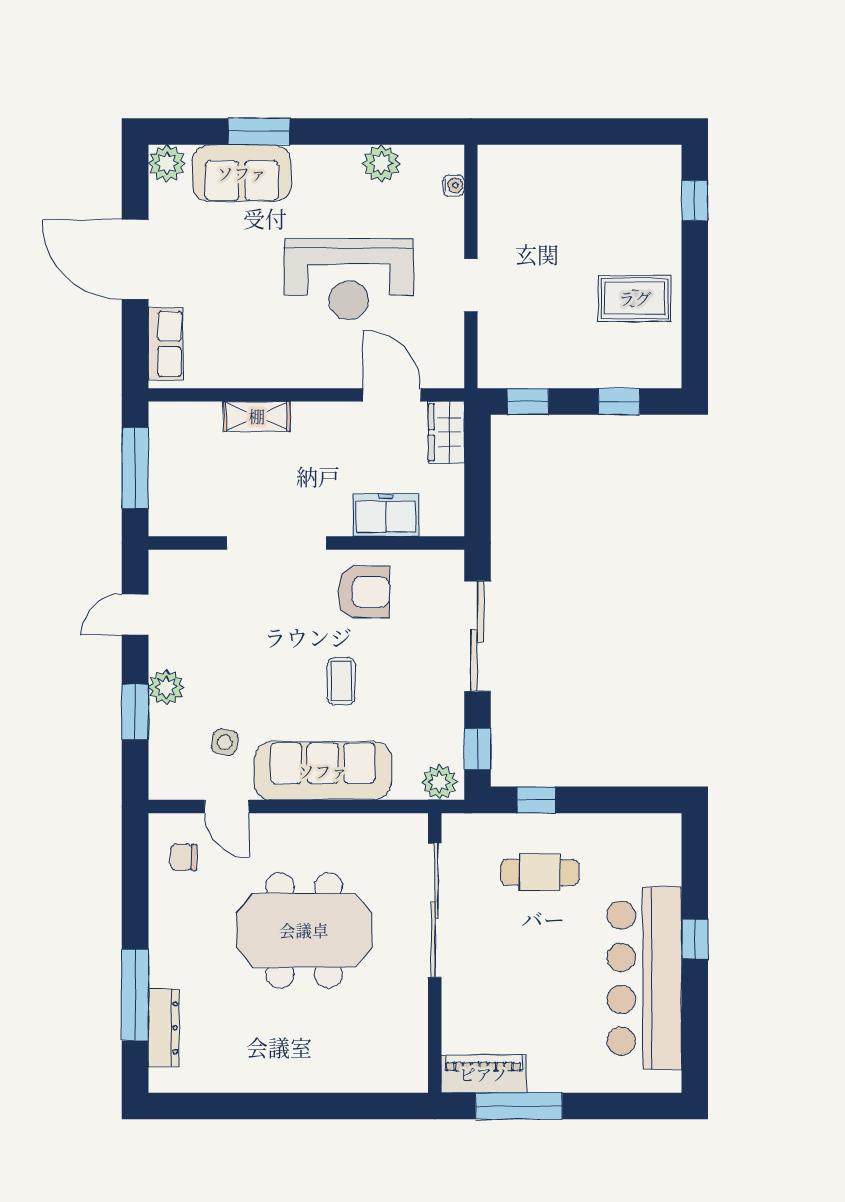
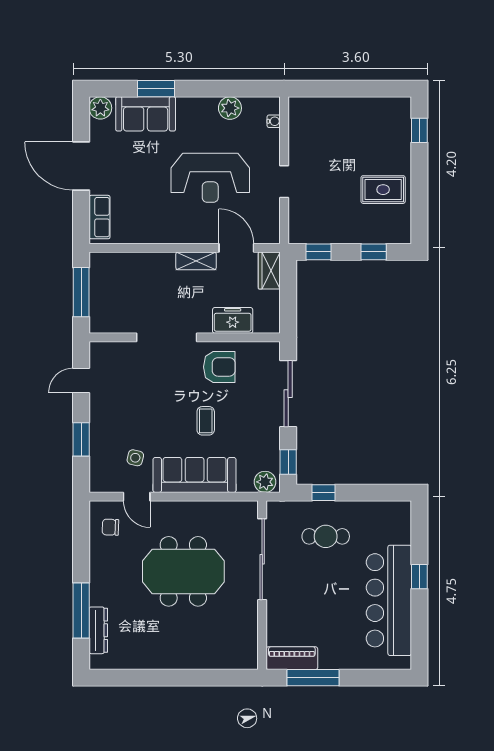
shelving: (257, 416) -> (196, 261), moved
plant: (166, 687) -> (100, 424), removed

